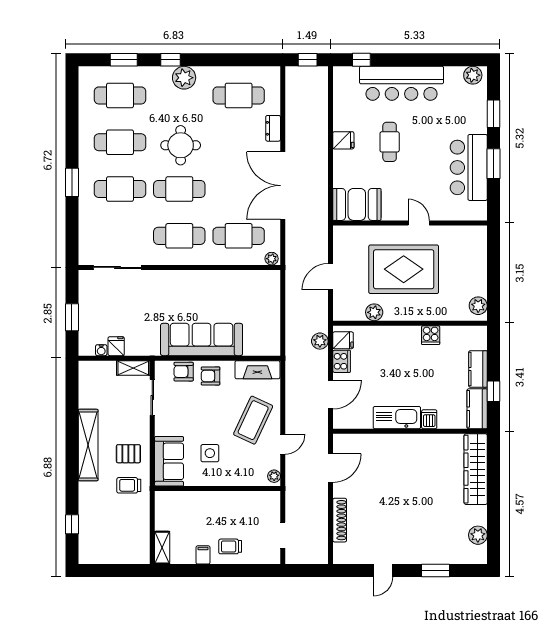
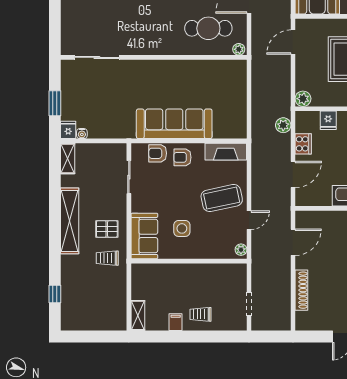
cafe table: (179, 236) -> (154, 28), removed
door: (330, 277) -> (293, 42), moved
plant: (374, 312) -> (303, 99), moved
fridge: (343, 340) -> (328, 120), moved, turned 90
fridge: (116, 346) -> (68, 130), moved
shelving: (133, 368) -> (68, 158), moved, turned 90
coffee table: (253, 420) -> (222, 198), turned 53

